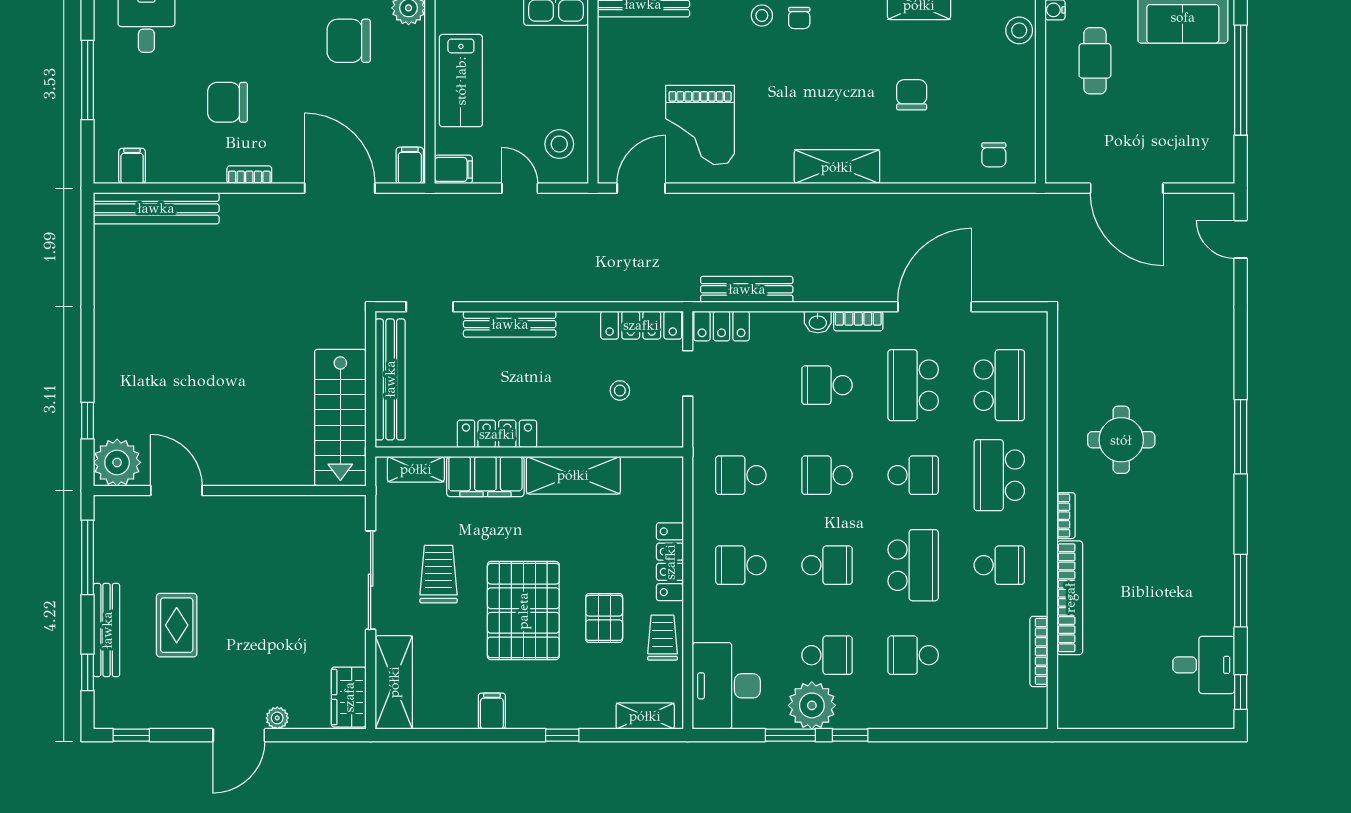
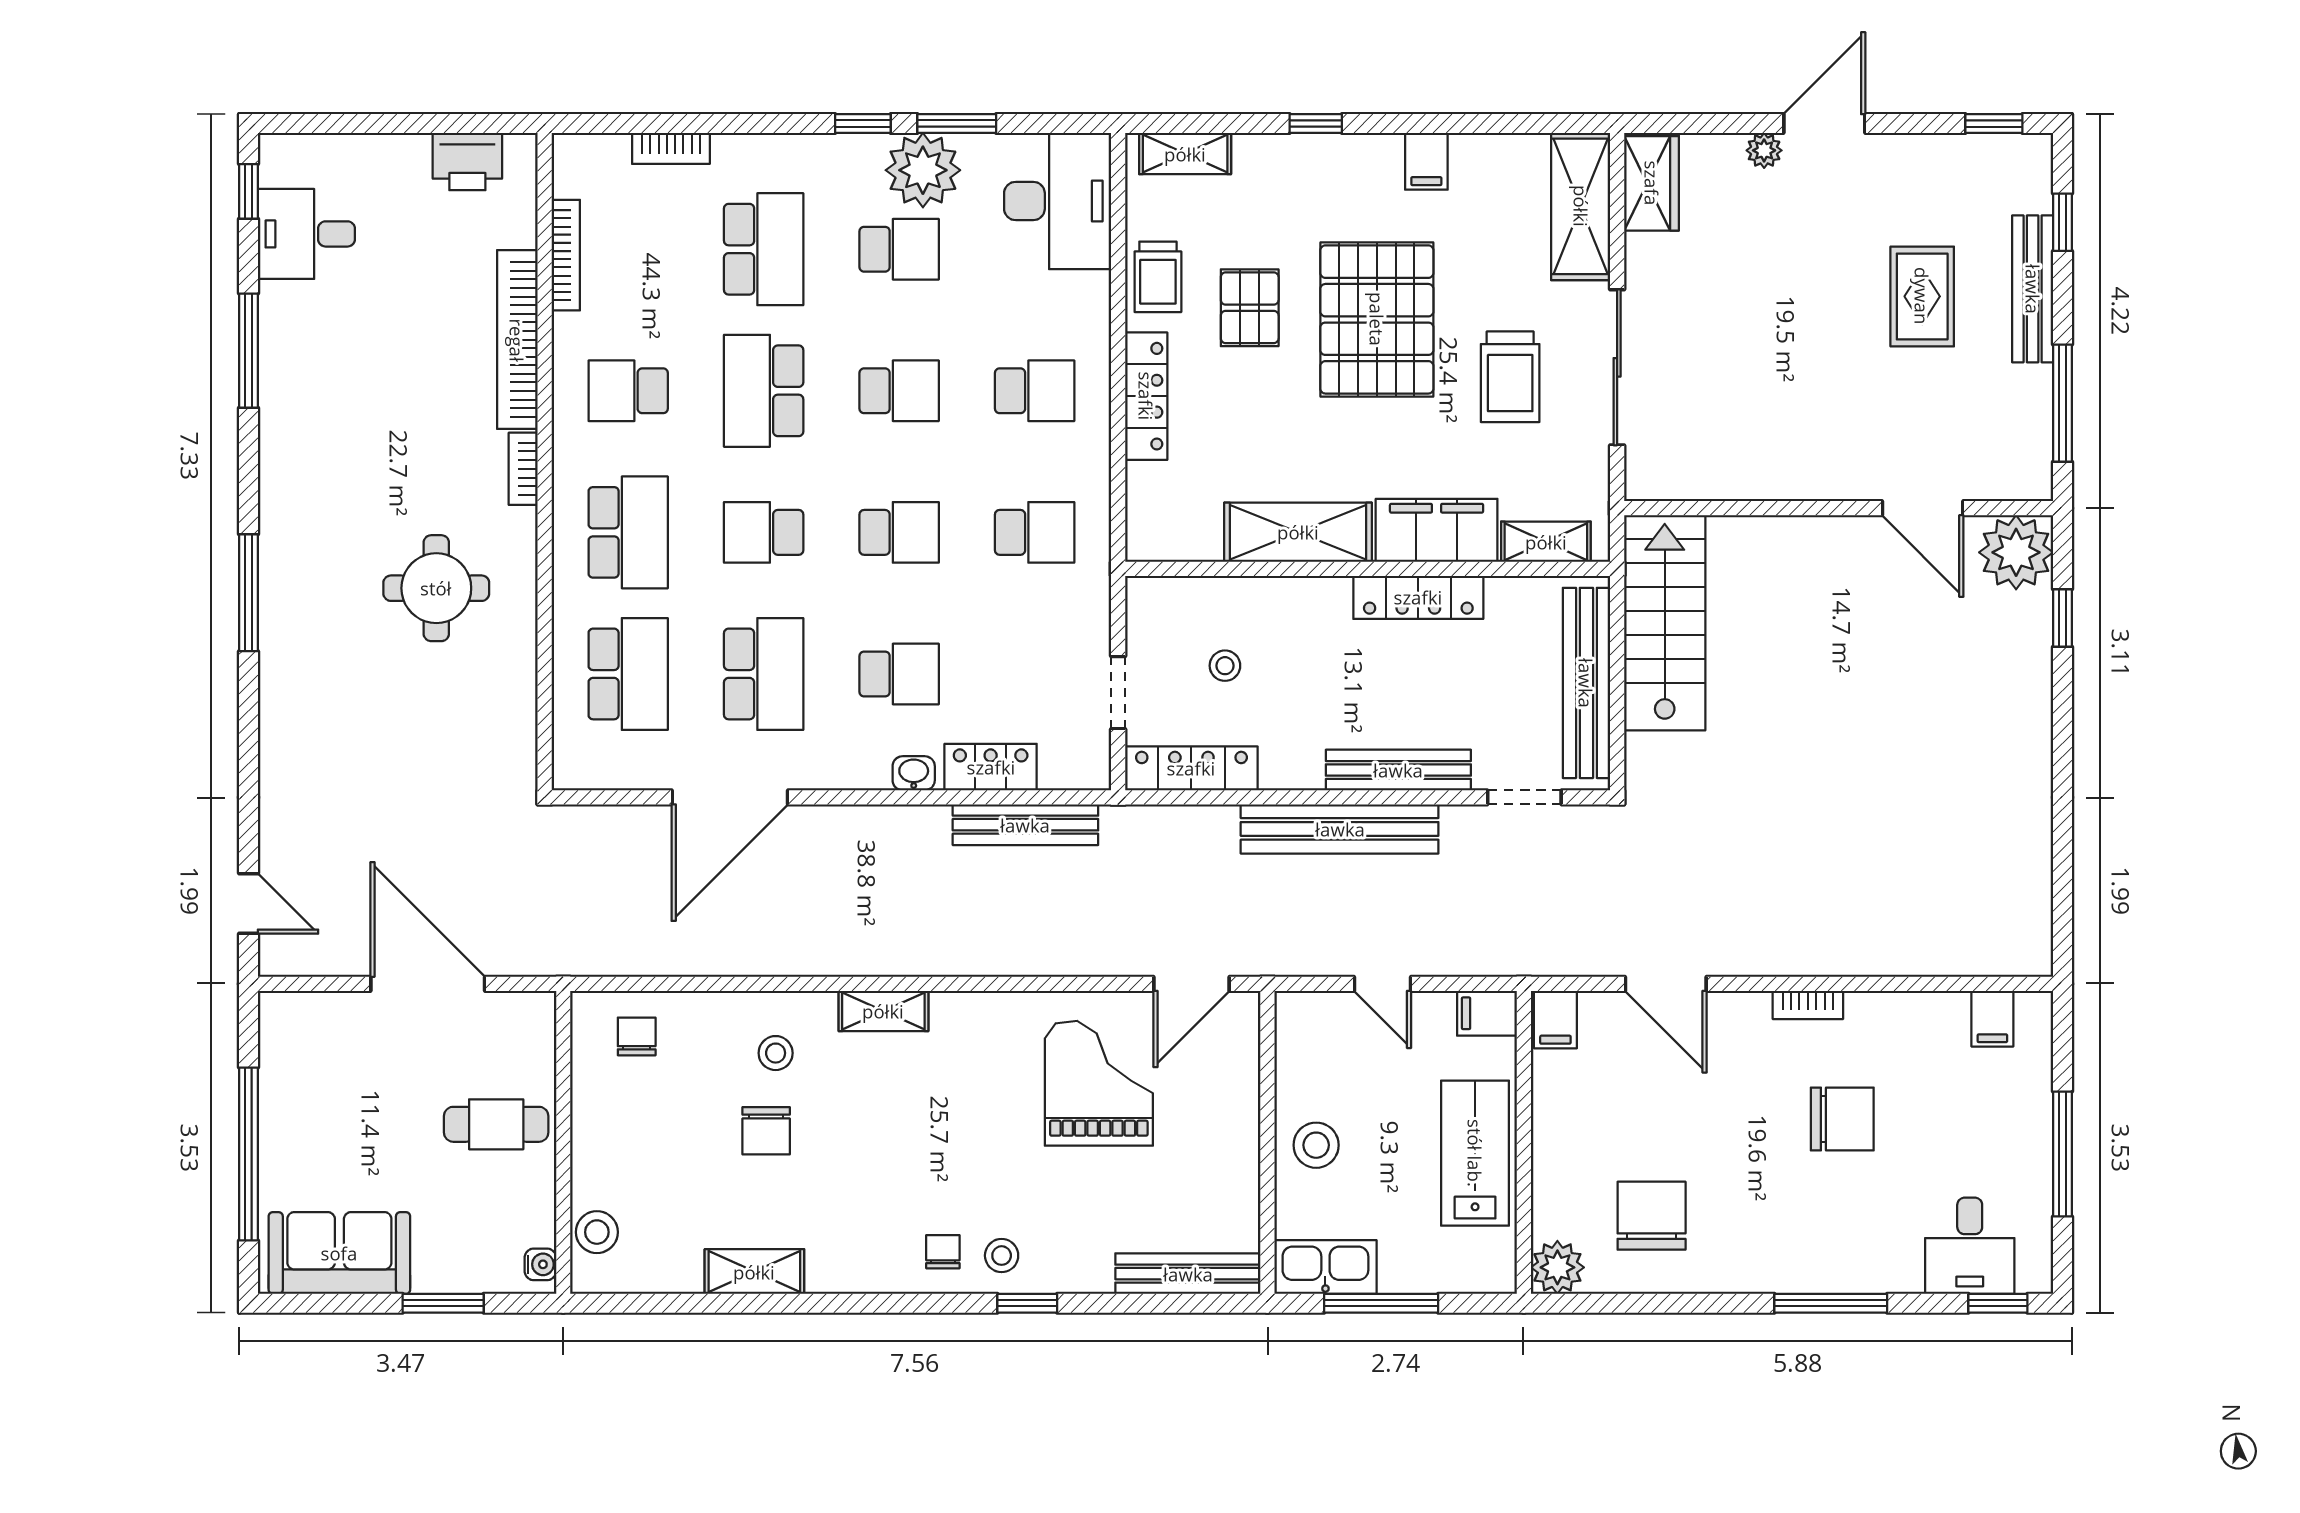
chair: (349, 41) -> (1652, 1216), turned -90
cafe table: (1095, 61) -> (496, 1124), moved, turned 90
stool: (559, 144) -> (1316, 1145), moved
stool: (906, 144) -> (776, 1053), added
shelving: (837, 167) -> (883, 1011), width x0.67, depth x0.75
door: (340, 188) -> (1666, 984), width x0.73
bench: (156, 208) -> (1340, 829), moved
bookcase: (858, 321) -> (671, 148), moved, turned 180
locker: (722, 326) -> (991, 767), moved
school desk: (999, 385) -> (628, 674), turned 180
school desk: (827, 565) -> (899, 391), turned 180
school desk: (827, 655) -> (899, 249), turned 180
school desk: (913, 655) -> (764, 249), width x1.85
printer: (1101, 711) -> (467, 162), added

